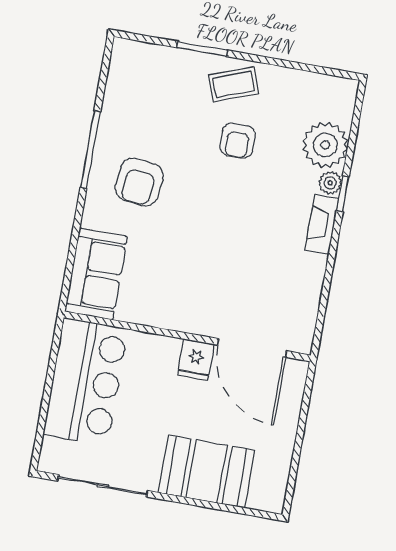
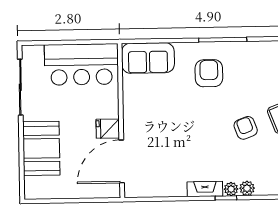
armchair: (238, 141) -> (246, 128), turned 69
plant: (325, 145) -> (247, 188), width x0.53, depth x0.53
armchair: (139, 182) -> (209, 73), turned 84

